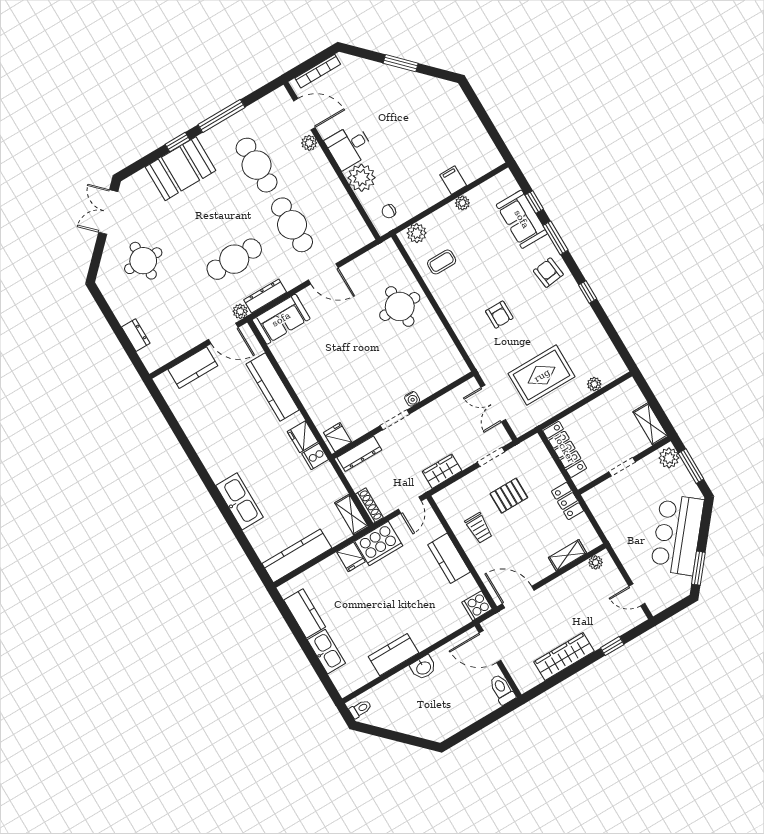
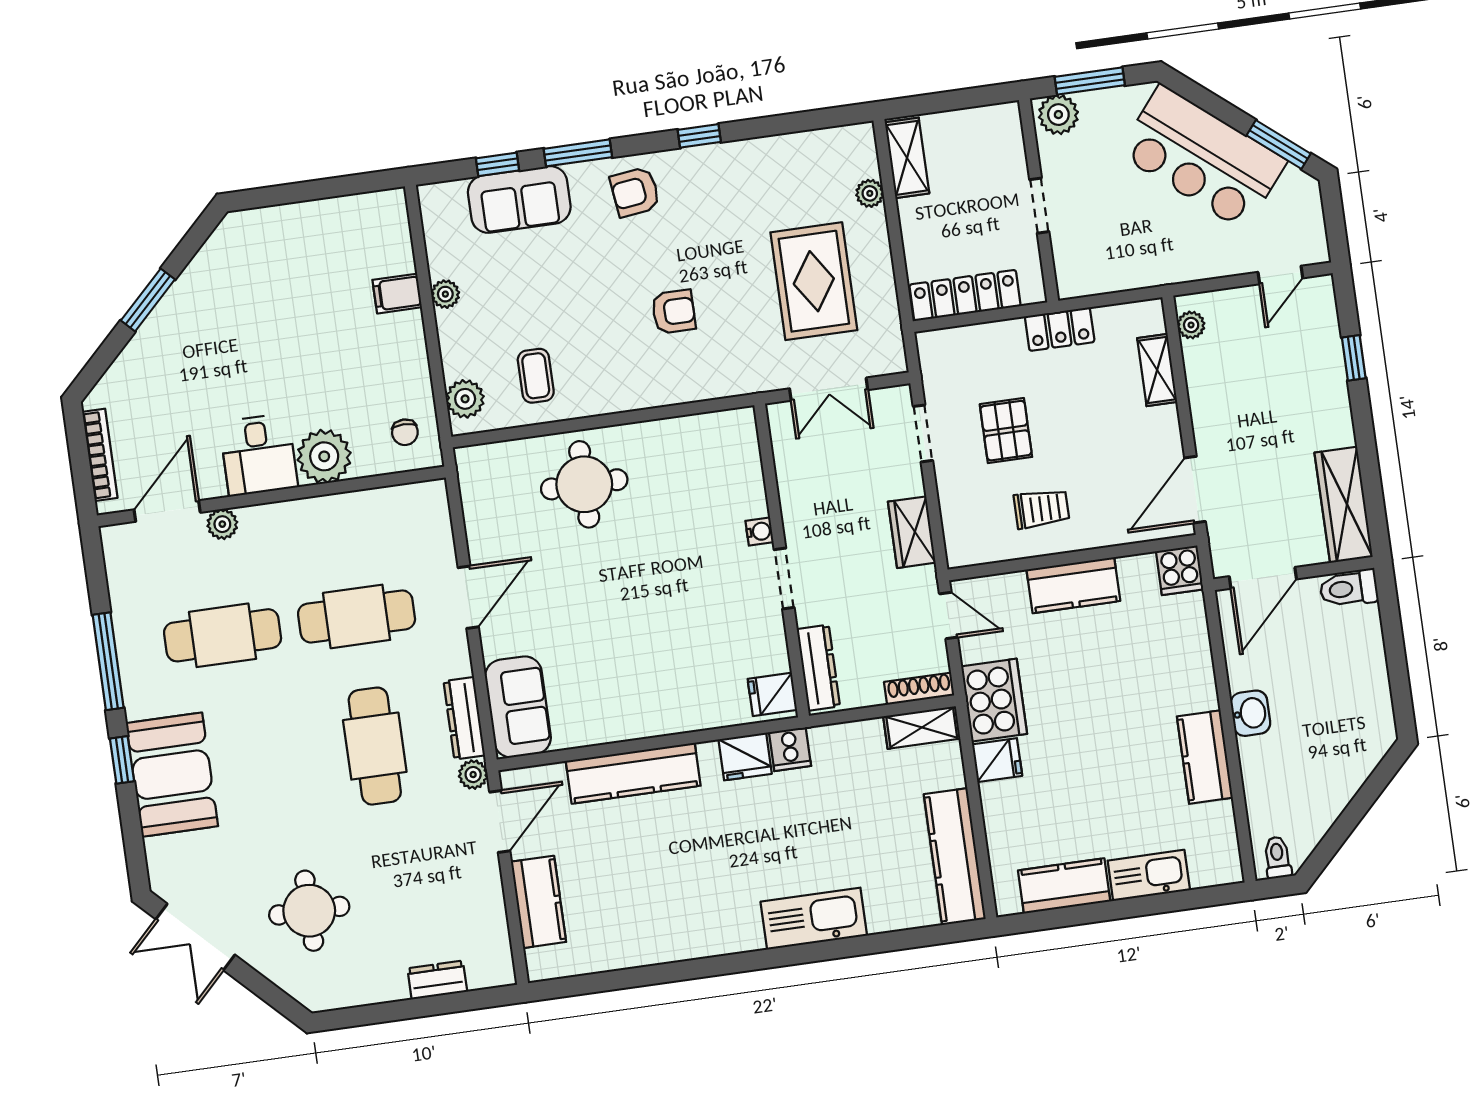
shelving: (650, 424) -> (907, 158), moved, turned 90
wardrobe: (564, 656) -> (1344, 505), moved

